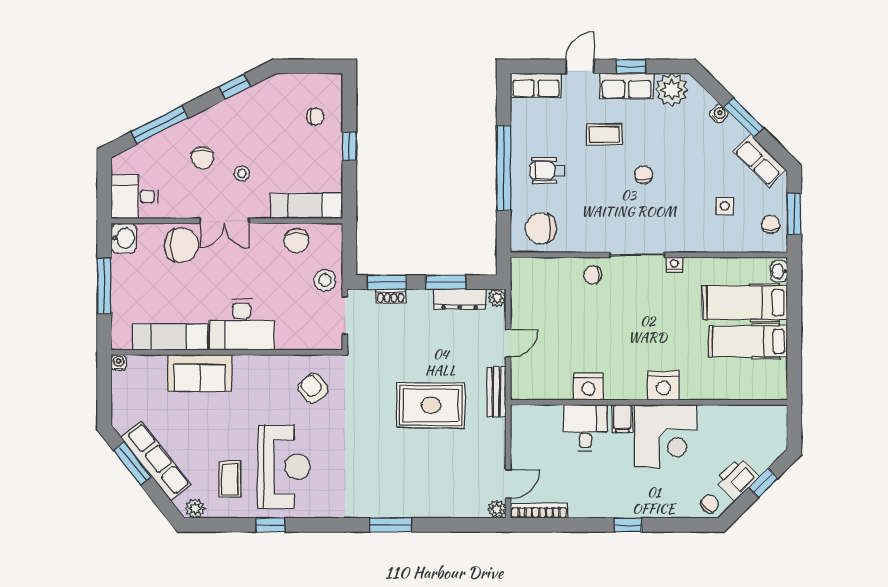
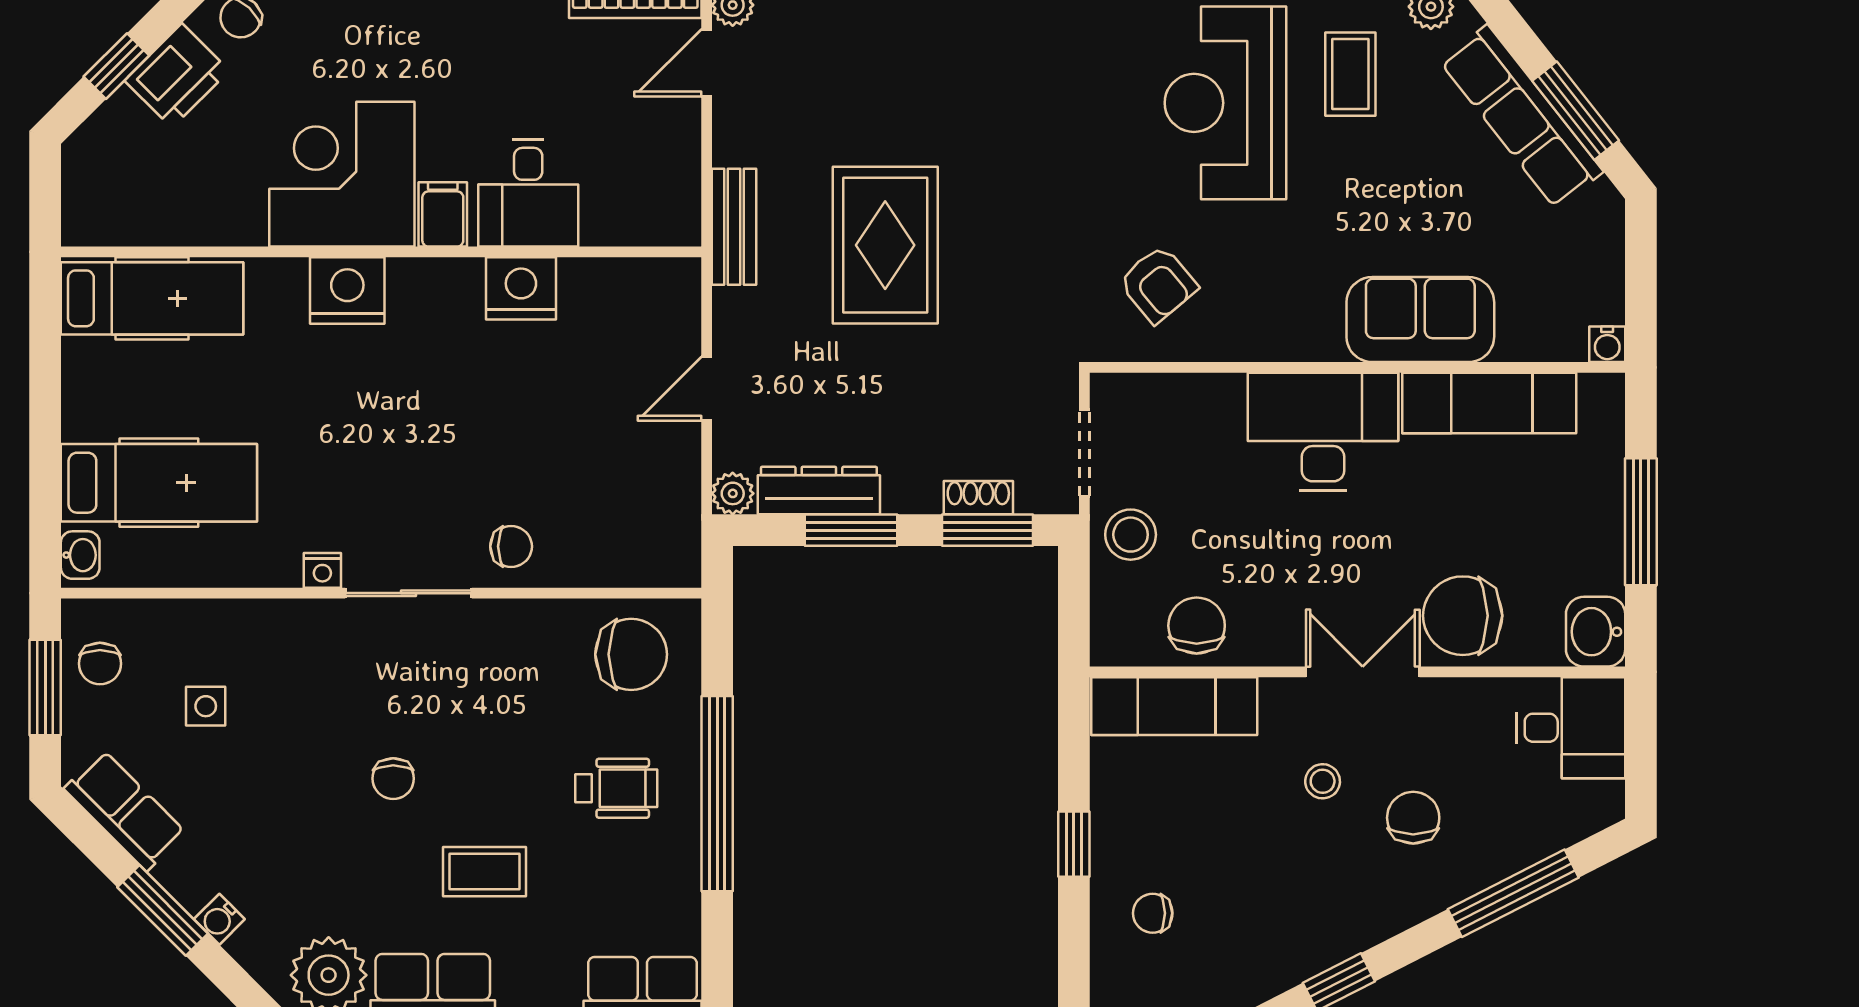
hospital bed: (748, 341) -> (152, 298), moved
bench: (496, 392) -> (734, 227), moved
rug: (431, 405) -> (885, 245), turned 90

